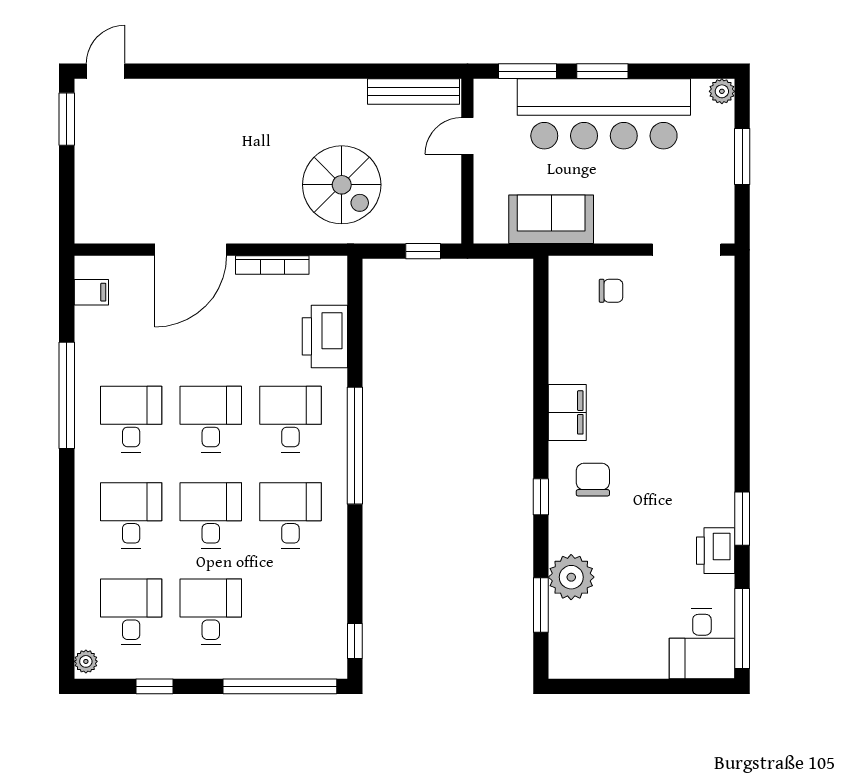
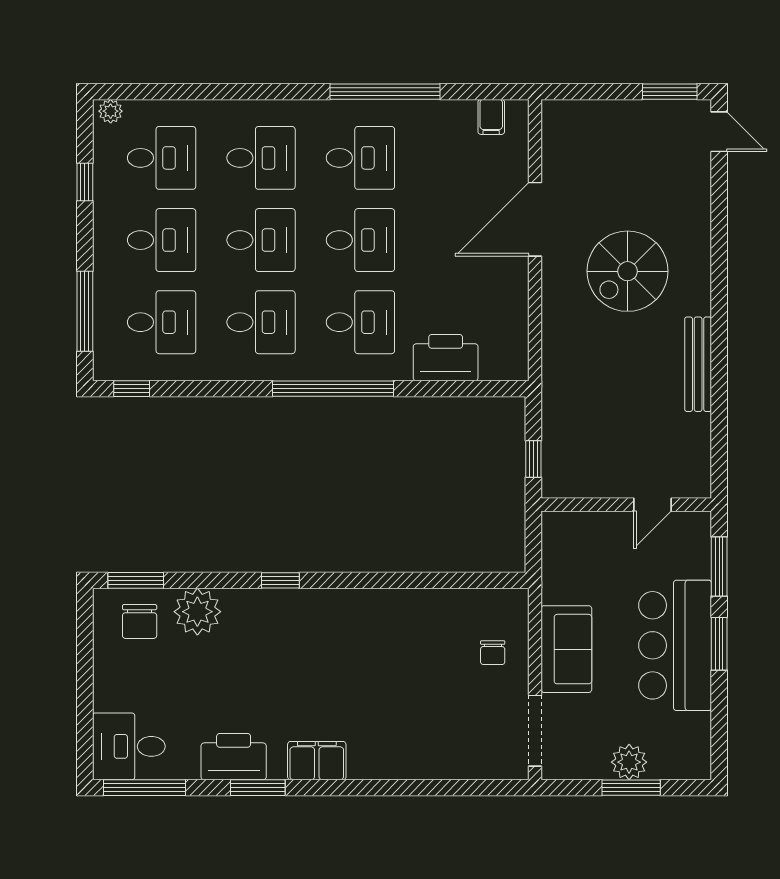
plant: (722, 91) -> (629, 762), moved, width x1.38, depth x1.38
bench: (413, 92) -> (698, 364), moved
bar counter: (604, 114) -> (675, 645), width x0.73
door: (467, 136) -> (652, 505), swing flipped
spiral stairs: (342, 185) -> (627, 271), moved
sofa: (551, 219) -> (566, 649), moved
door: (191, 250) -> (535, 219), hinge flipped
bookcase: (272, 265) -> (519, 303), removed
filing cabinet: (567, 412) -> (317, 761), moved, turned 180
chair: (593, 480) -> (140, 621), moved, turned 90
printer: (716, 551) -> (234, 757), width x1.37, depth x1.19
window: (541, 605) -> (136, 580), moved
desk: (290, 612) -> (162, 322), added
window: (280, 686) -> (85, 311), width x0.68

